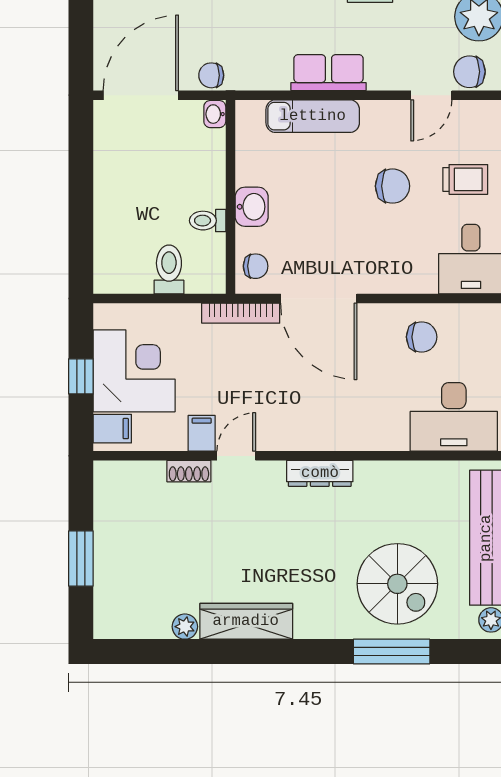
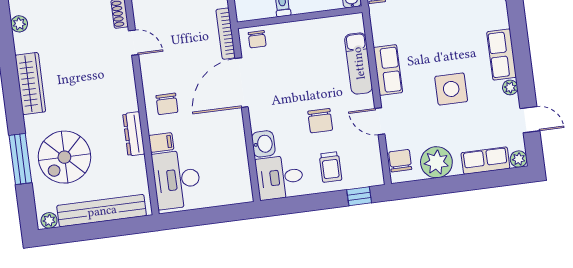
door: (431, 95) -> (380, 121), moved
washbasin: (252, 207) -> (263, 144), moved, turned -90
chair: (422, 337) -> (167, 104), moved
filing cabinet: (202, 433) -> (161, 143), moved
dresser: (320, 473) -> (134, 134), moved
wardrobe: (246, 621) -> (30, 83), moved

